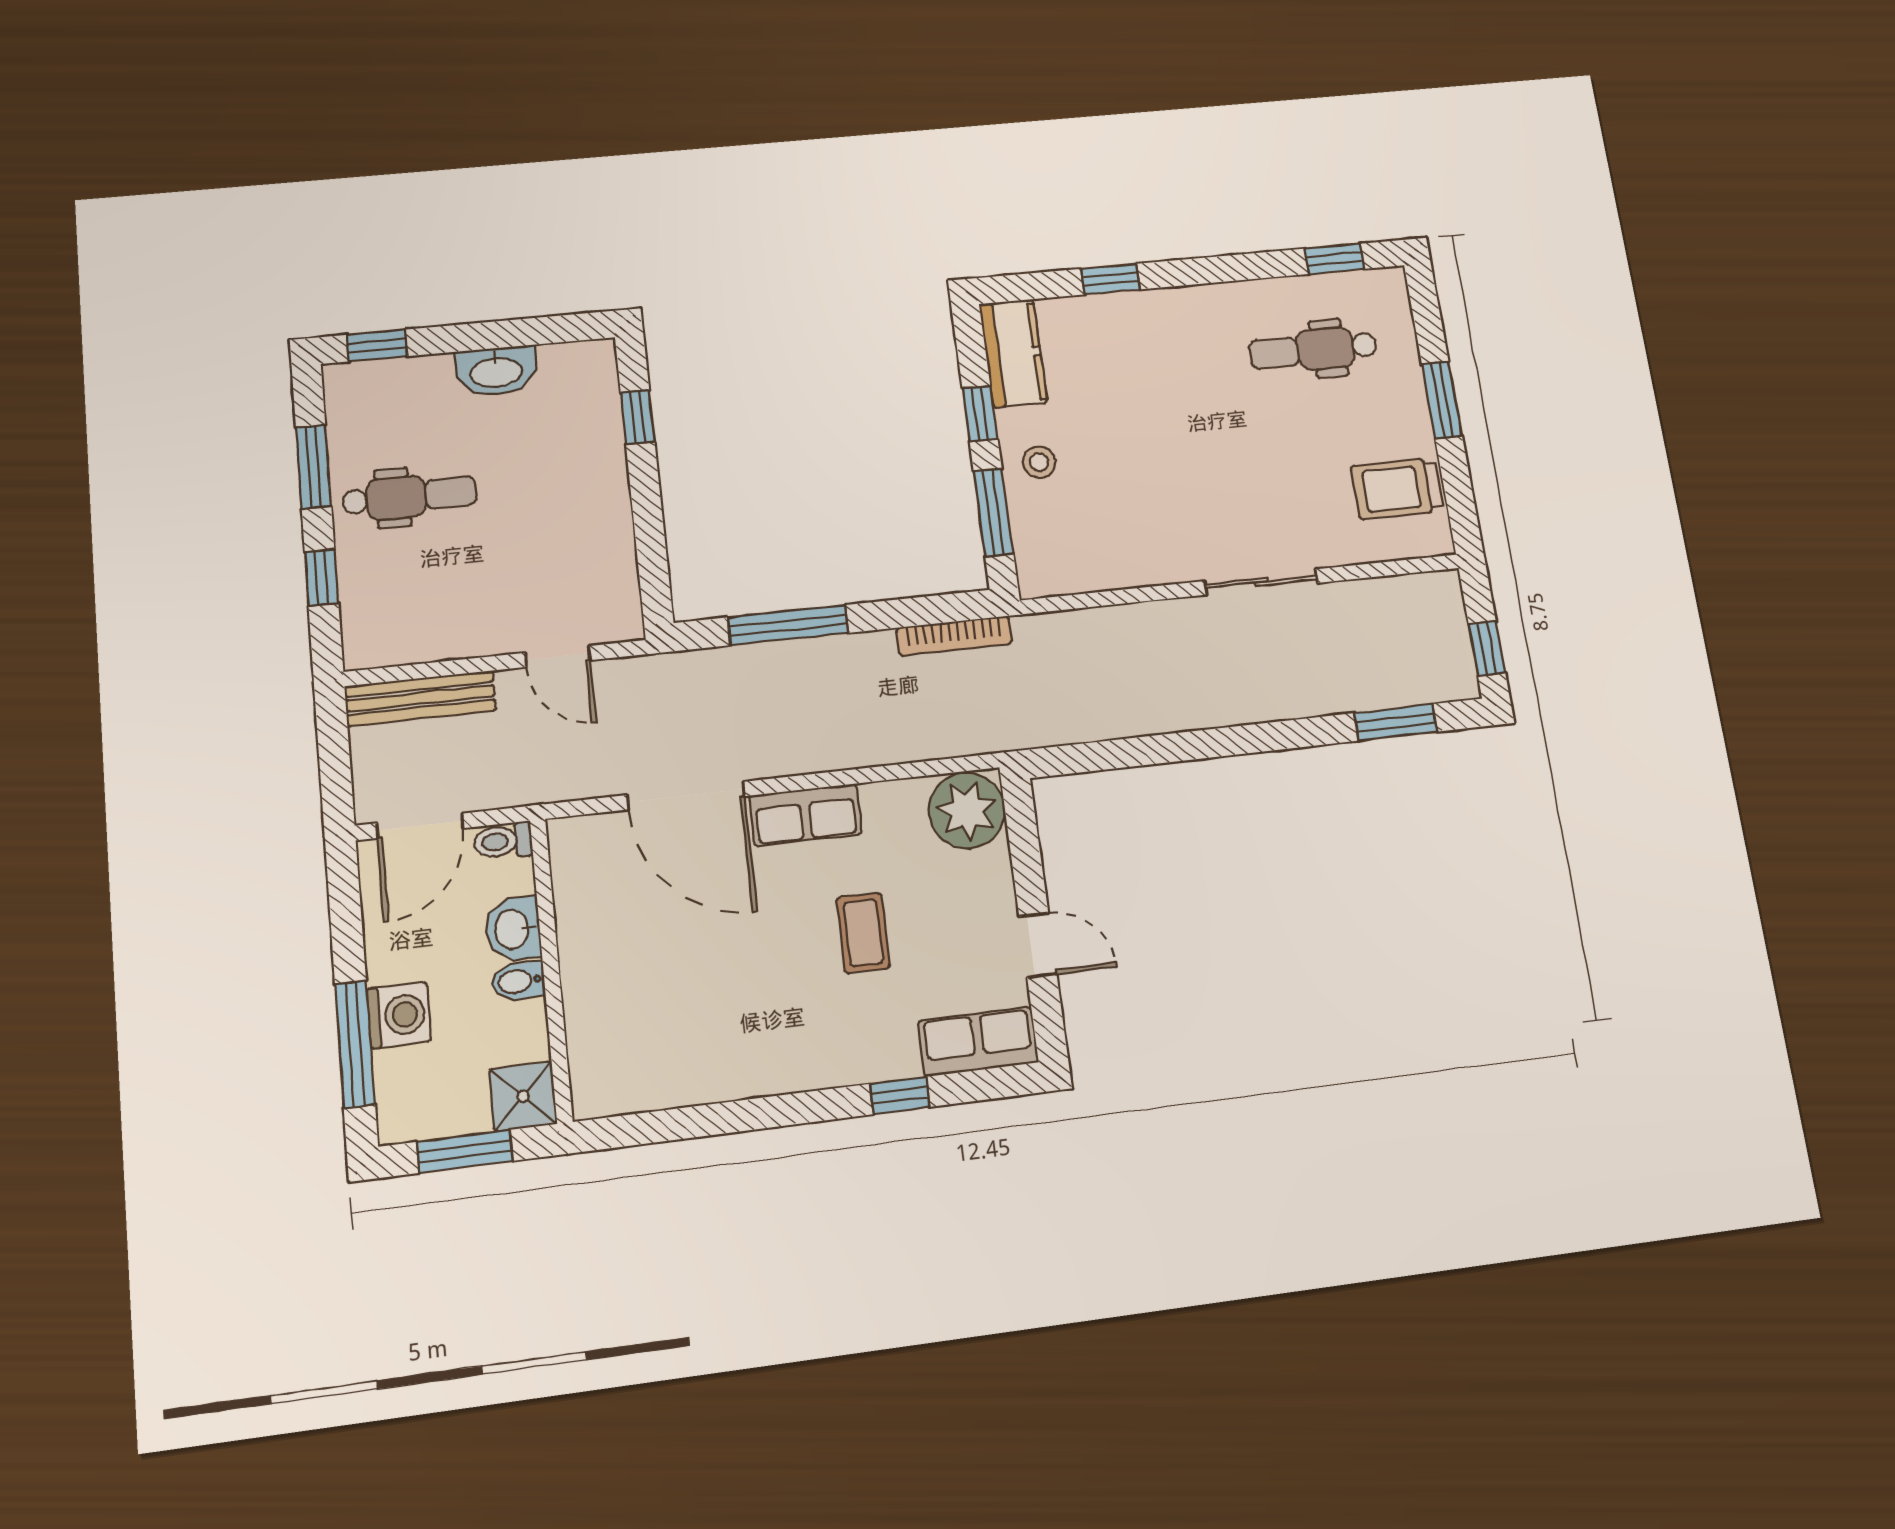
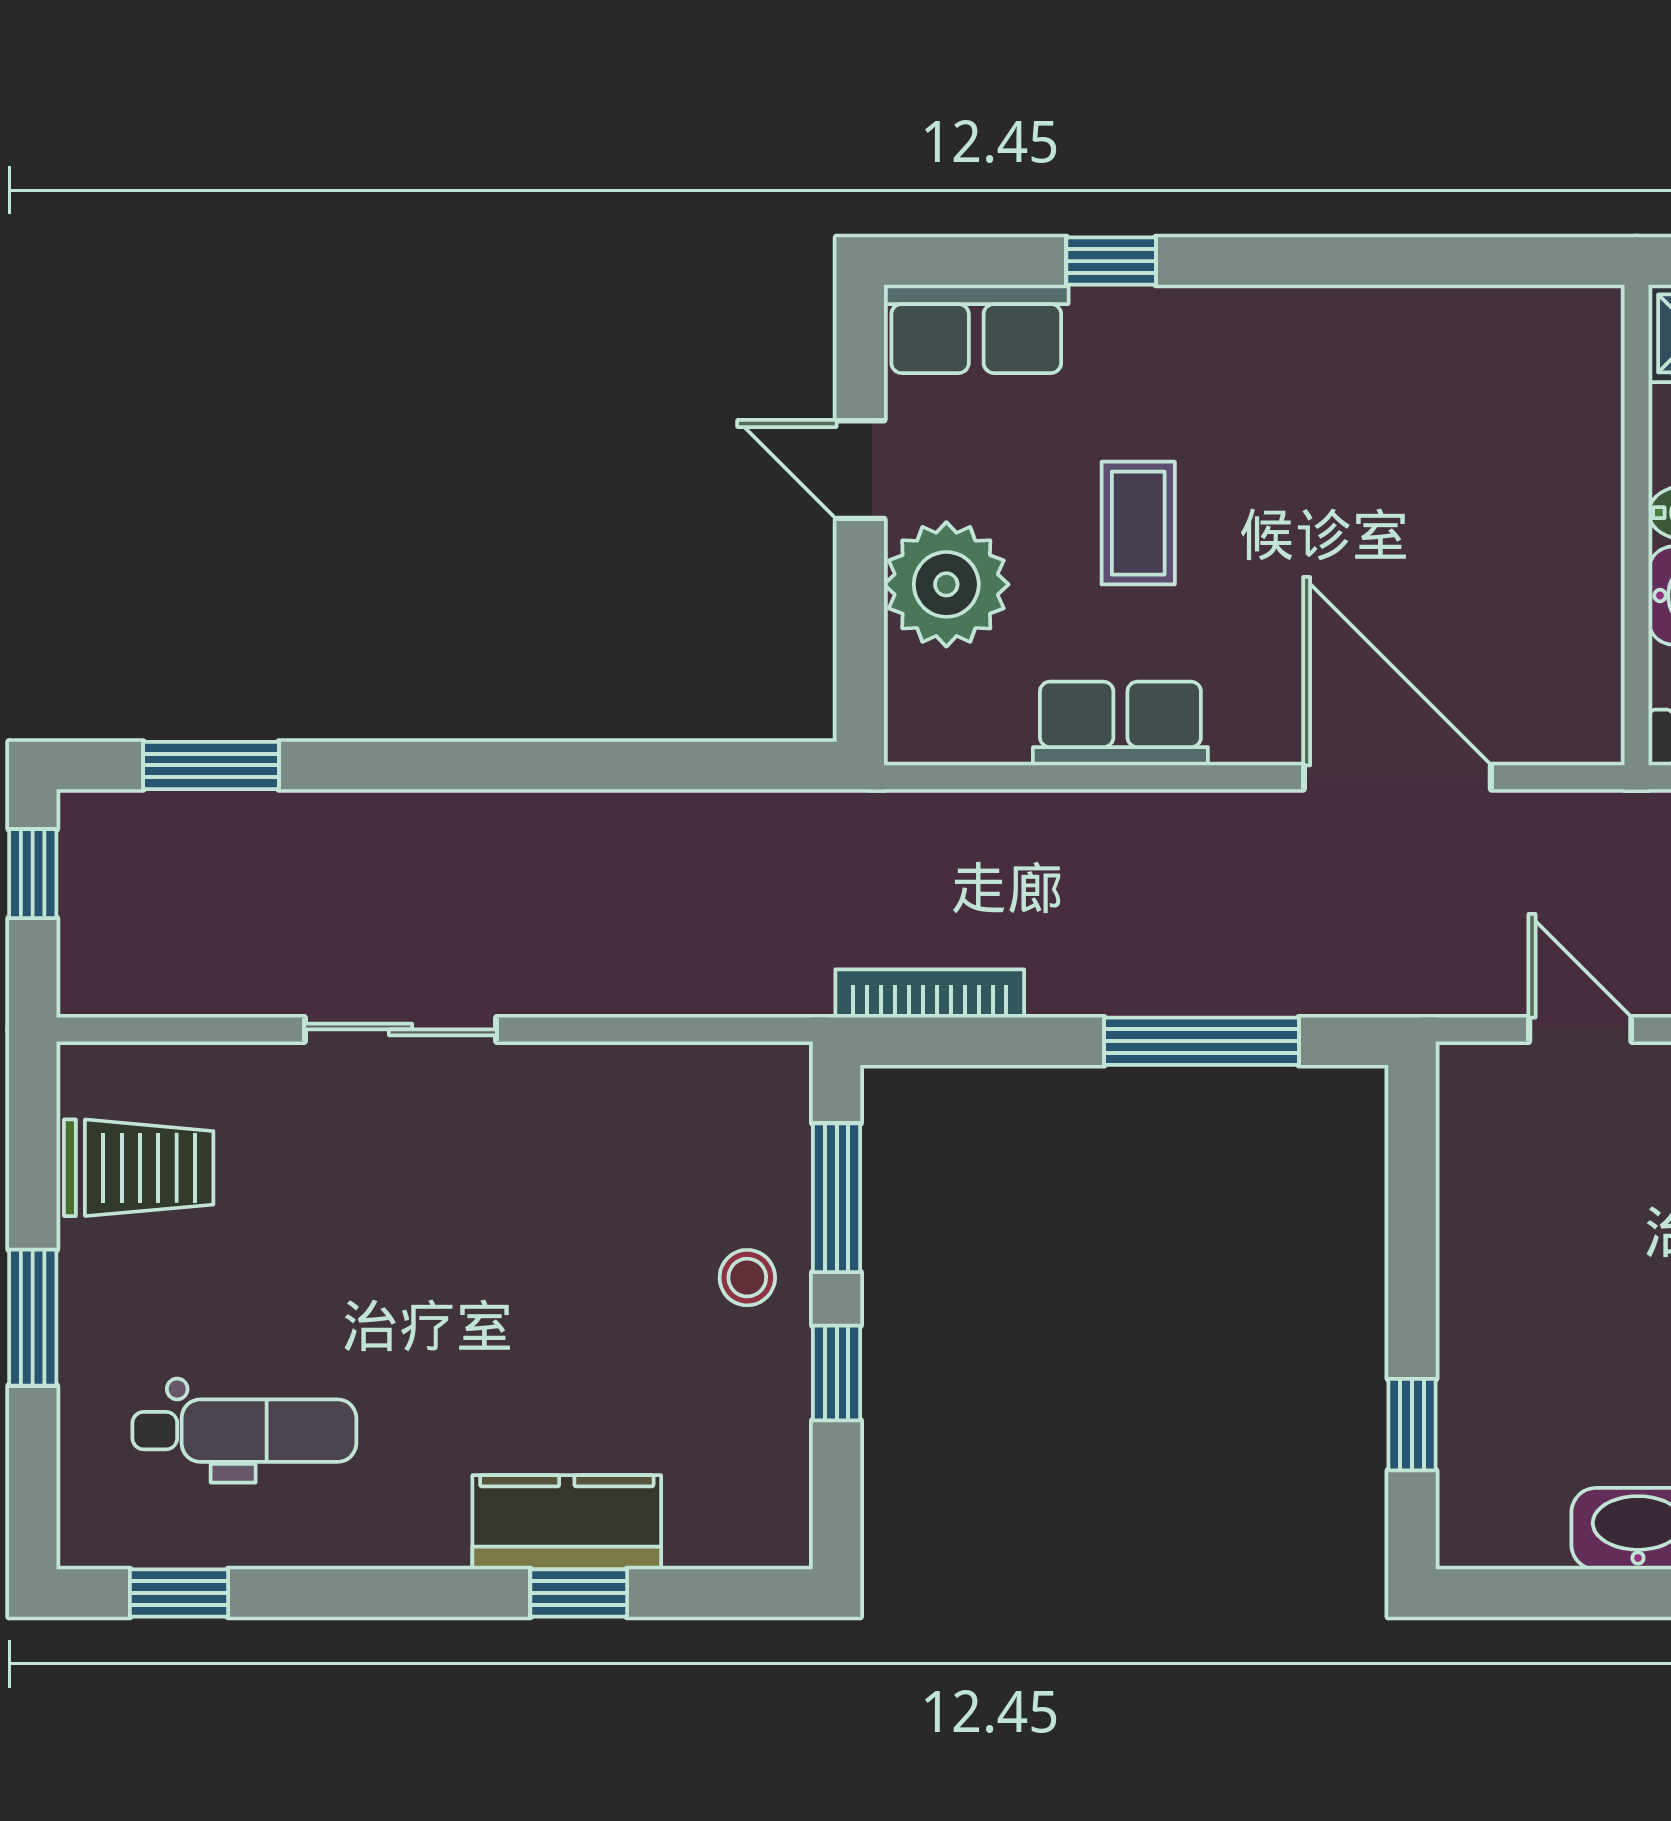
kitchen counter: (1013, 353) -> (567, 1522), moved, turned 90
plant: (967, 810) -> (946, 584), moved
row of seats: (806, 815) -> (1120, 724), moved

